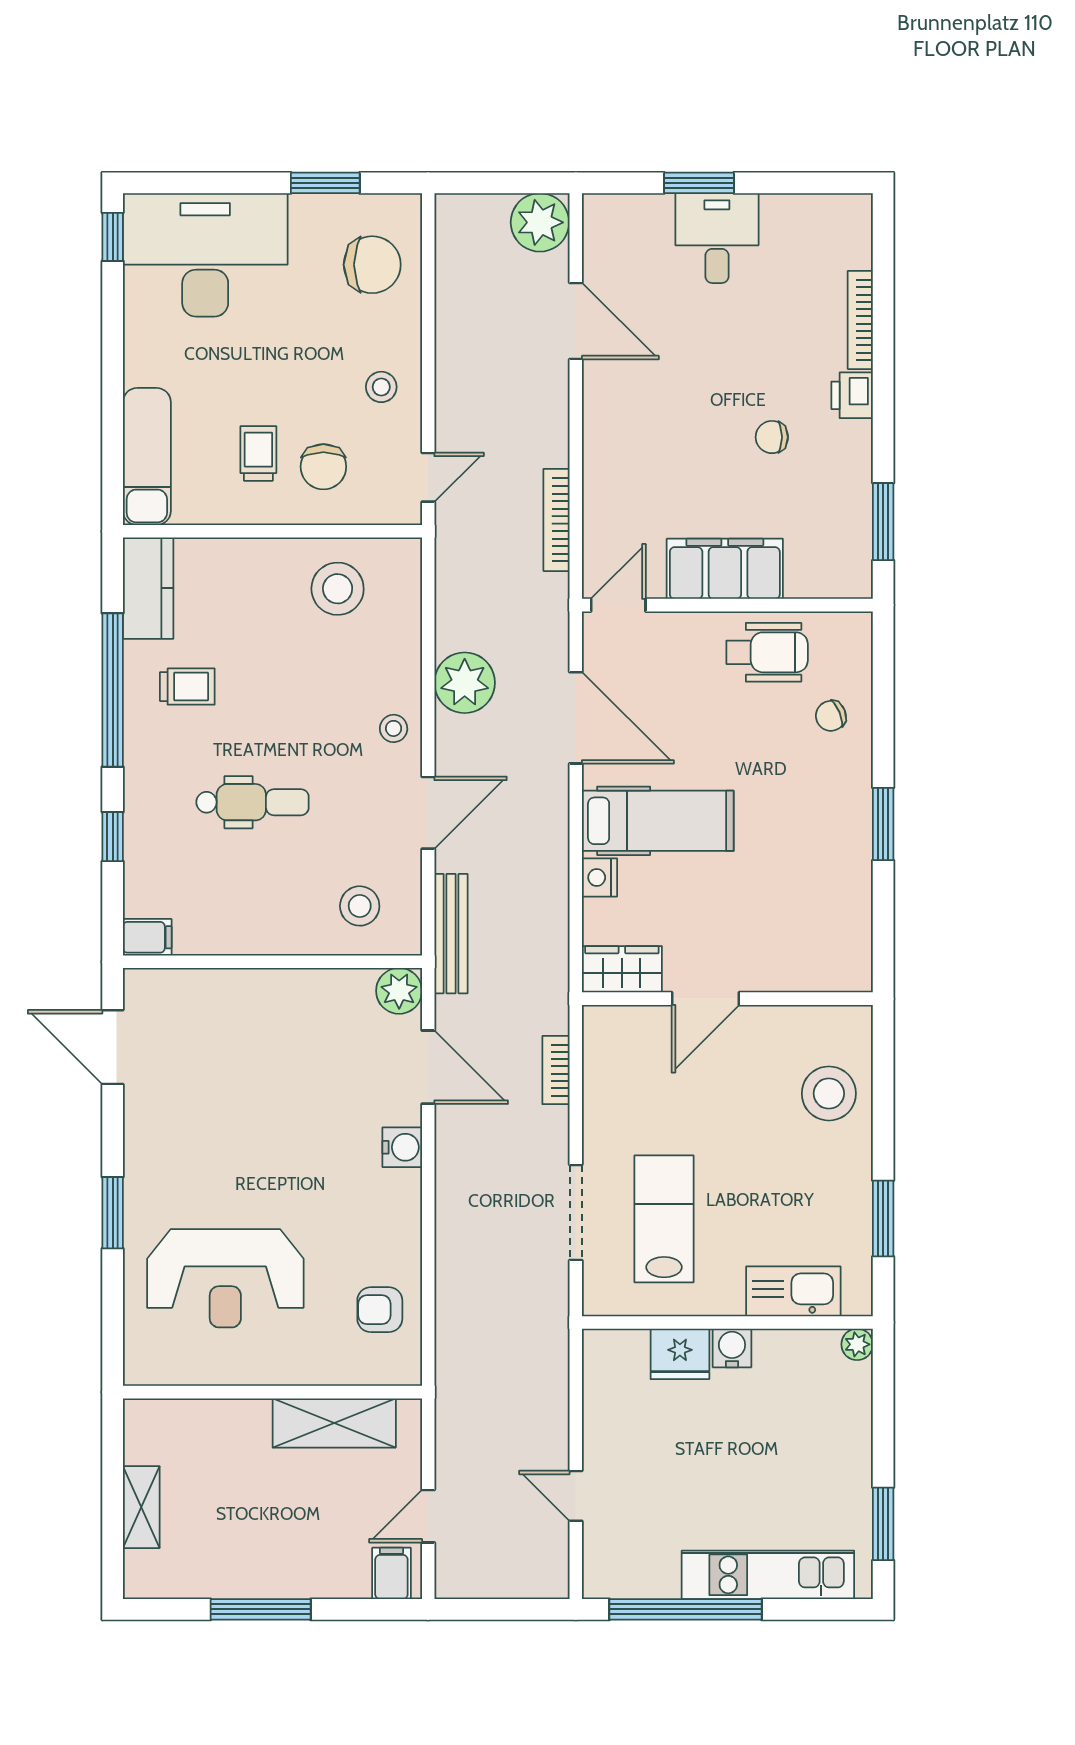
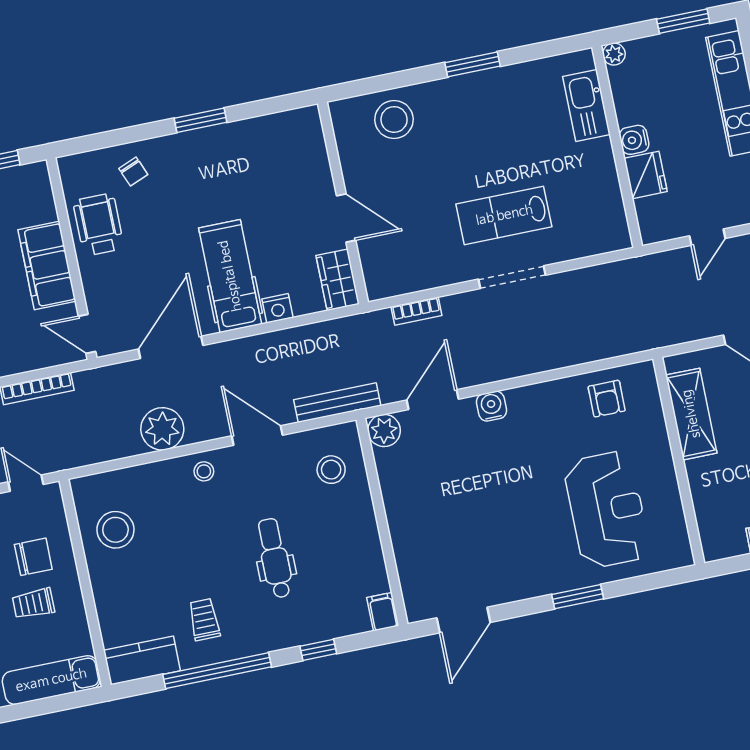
kitchen sink: (793, 1291) -> (586, 106), moved
wall: (727, 1322) -> (617, 147), moved
plant: (857, 1344) -> (614, 54), moved
water cooler: (732, 1348) -> (634, 140), moved
fridge: (680, 1354) -> (646, 175), moved

